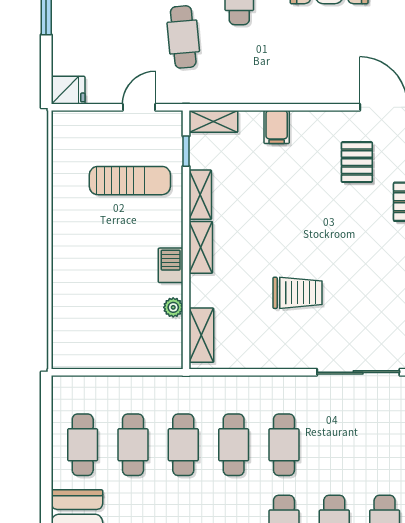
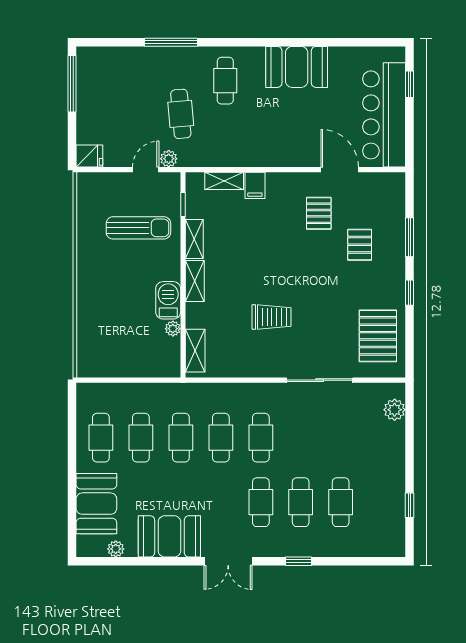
plant: (168, 93) -> (169, 159), added
shelving: (213, 121) -> (224, 181), moved
barbecue: (171, 265) -> (168, 300), width x1.38, depth x1.27

